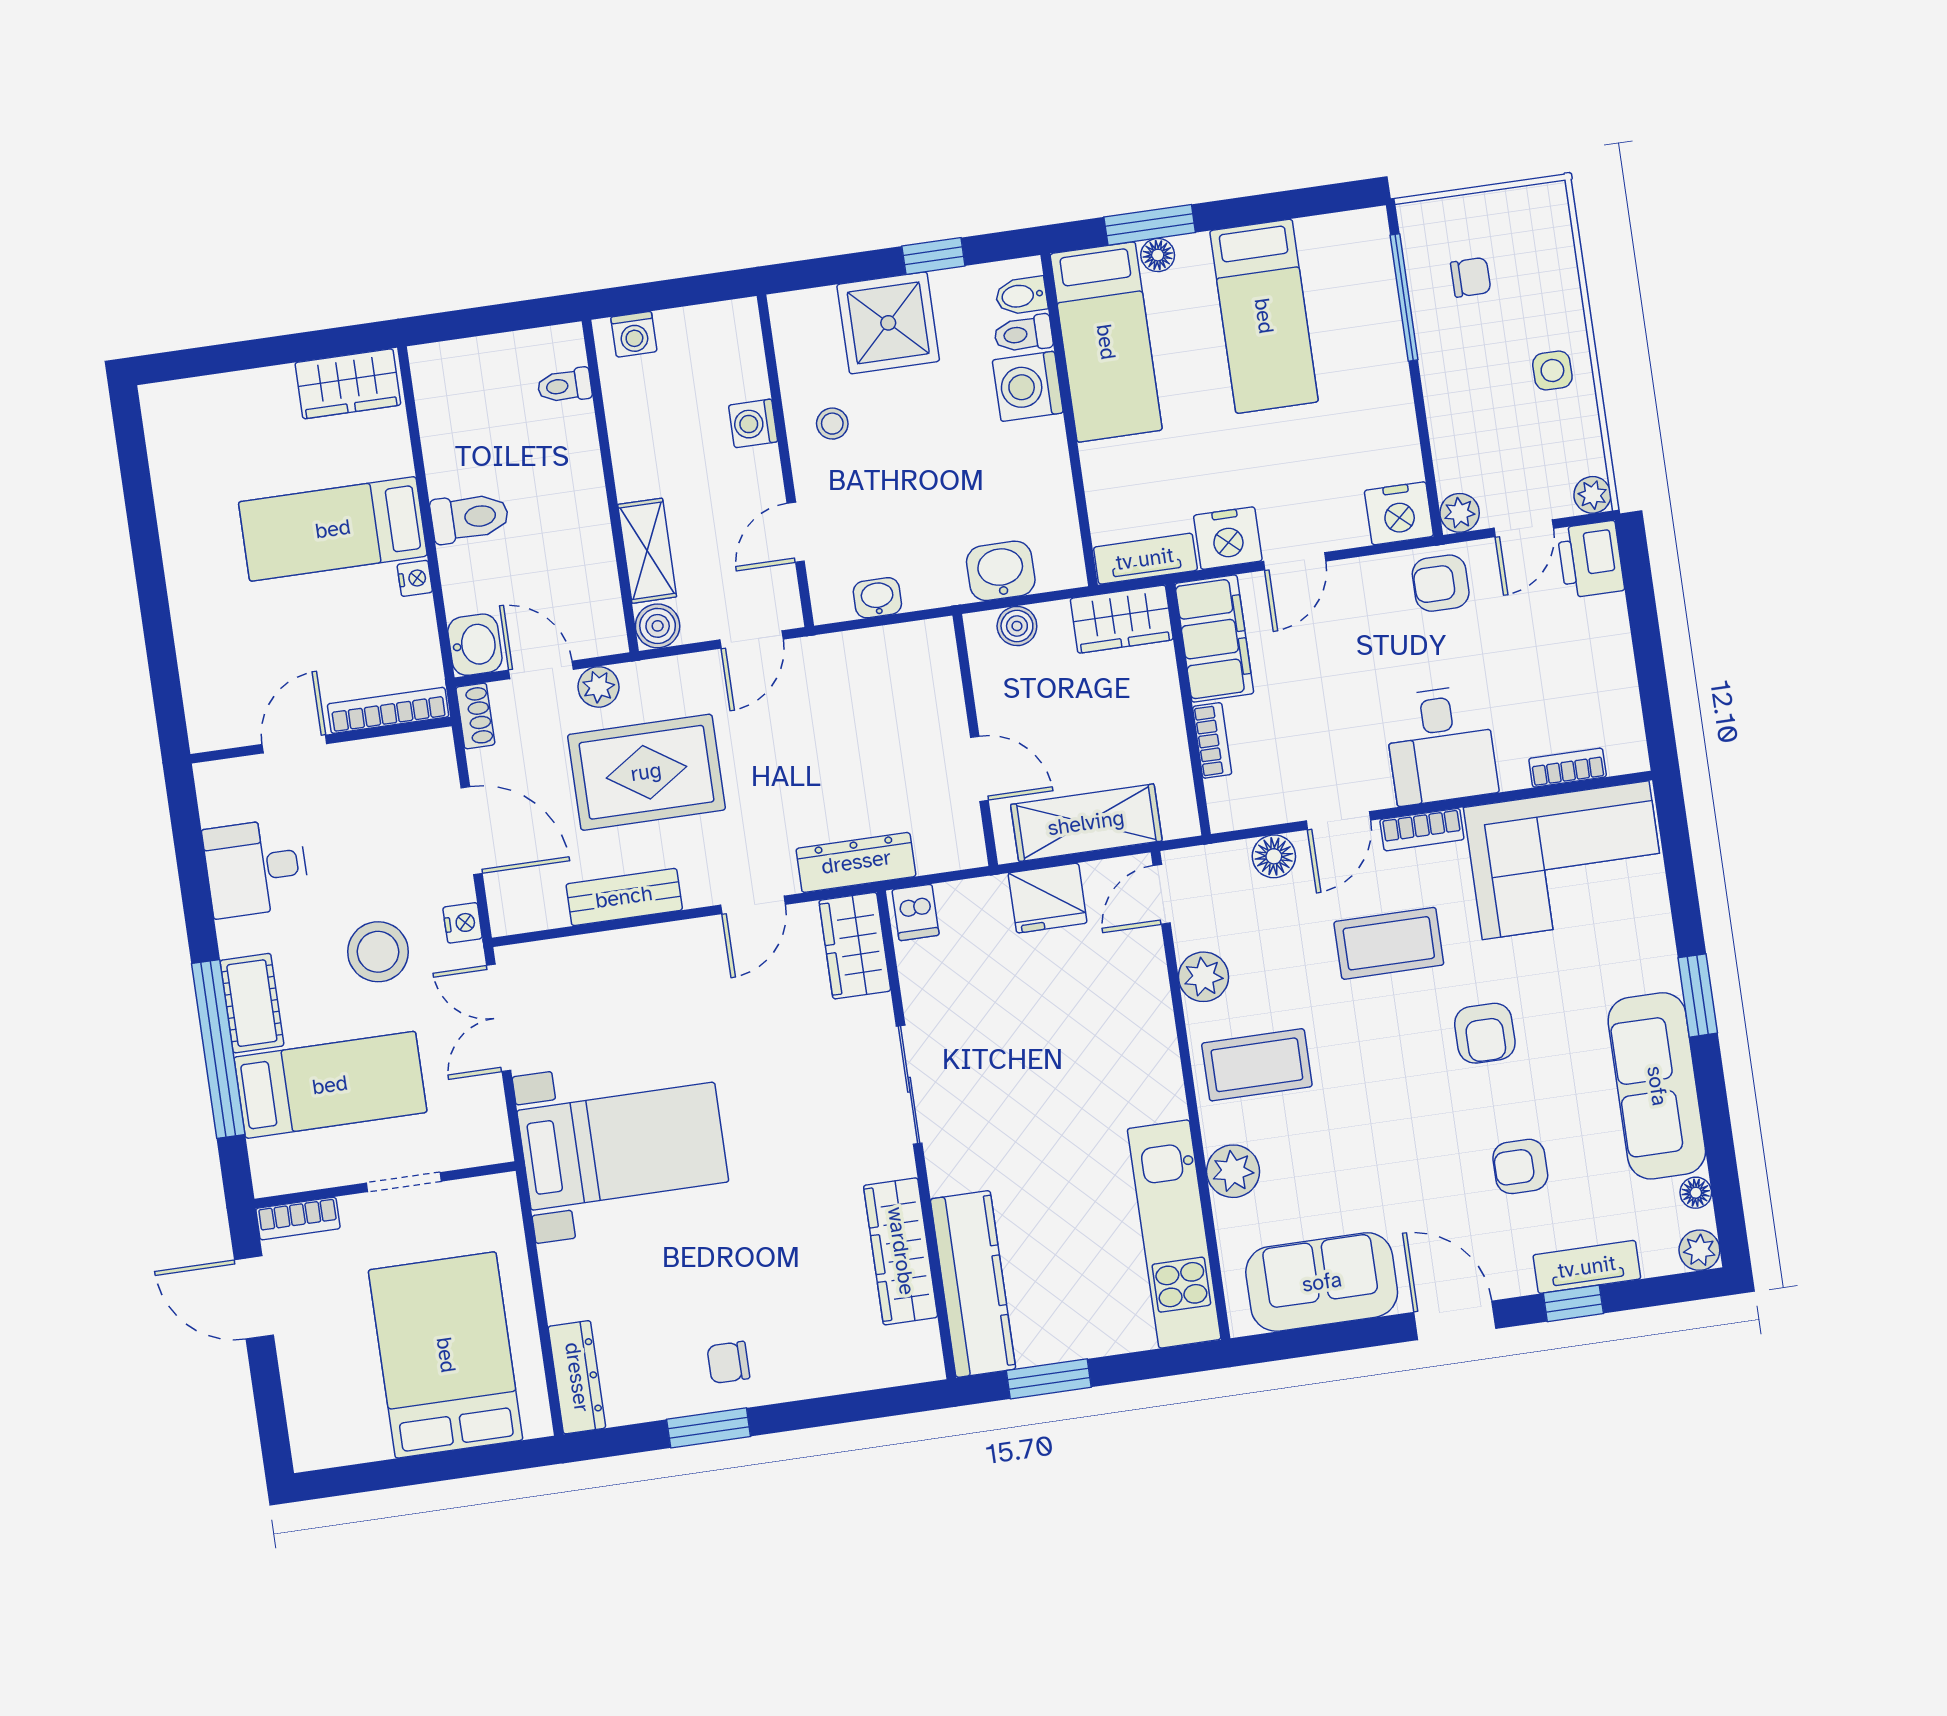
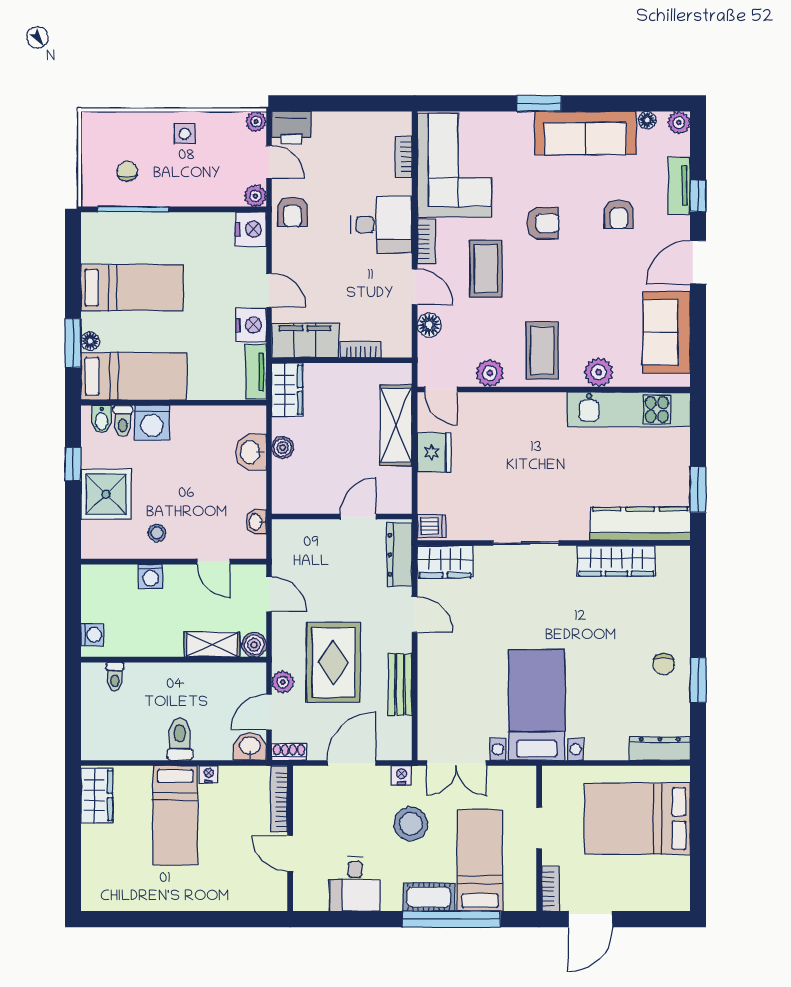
wall: (975, 740) -> (342, 517), moved
door: (979, 769) -> (358, 517), moved

